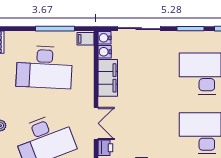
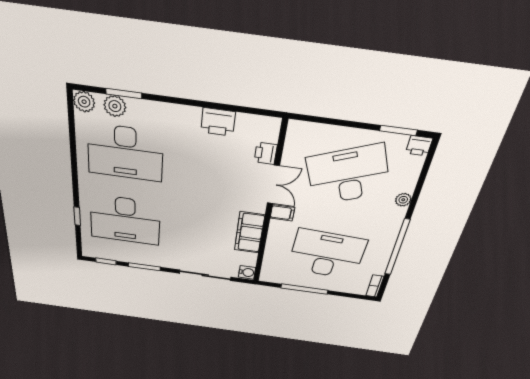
filing cabinet: (85, 39) -> (282, 213), moved
water cooler: (105, 52) -> (249, 259), removed
double door: (96, 123) -> (273, 185), swing flipped

